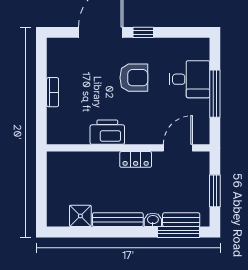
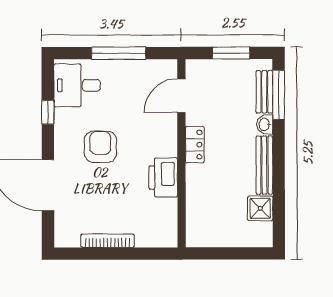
window: (143, 32) -> (48, 112), moved
desk: (190, 79) -> (77, 85), moved, turned -90
bookcase: (53, 92) -> (108, 241), width x1.56
door: (178, 148) -> (181, 96), hinge flipped

